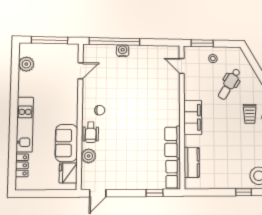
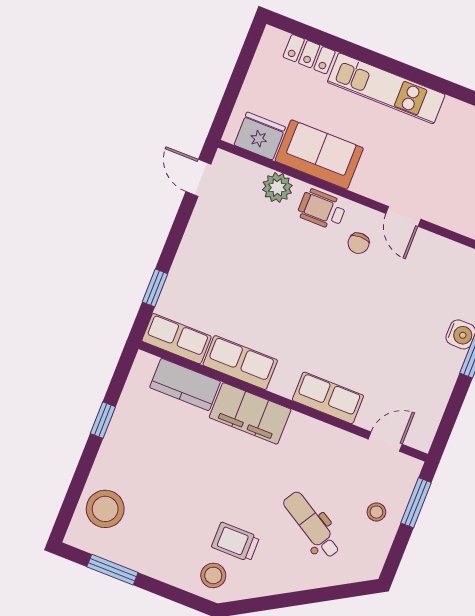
door: (80, 71) -> (403, 216), moved
row of seats: (173, 98) -> (328, 398), added
filing cabinet: (193, 117) -> (250, 413), moved
window: (244, 192) -> (103, 420), moved

